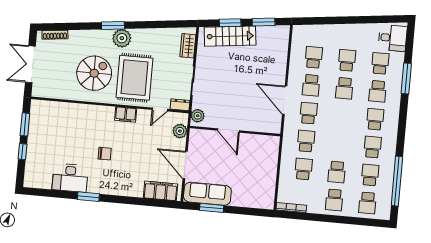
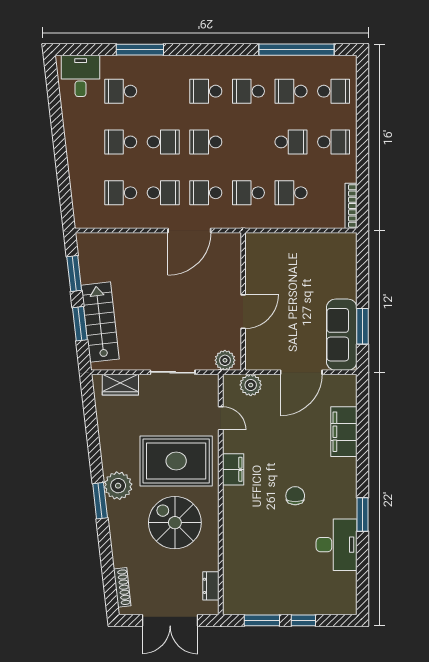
school desk: (378, 91) -> (206, 142), moved, turned 180
dresser: (180, 105) -> (211, 586), moved
filing cabinet: (161, 191) -> (344, 432), moved

